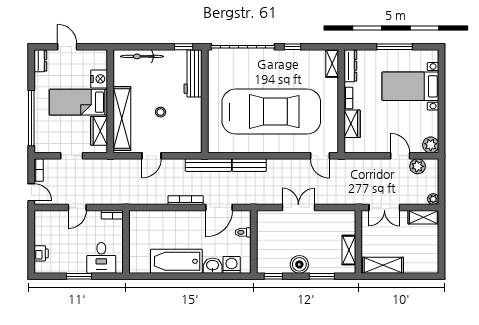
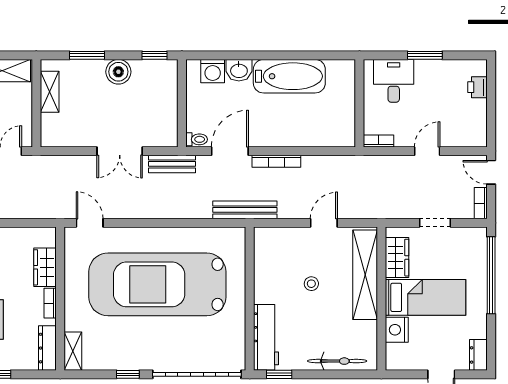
bench: (249, 165) -> (172, 164), moved
toilet: (243, 232) -> (197, 139), moved

